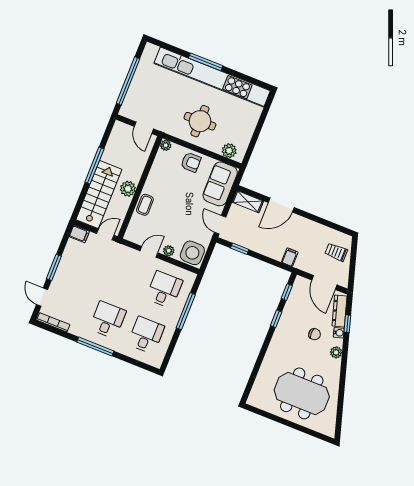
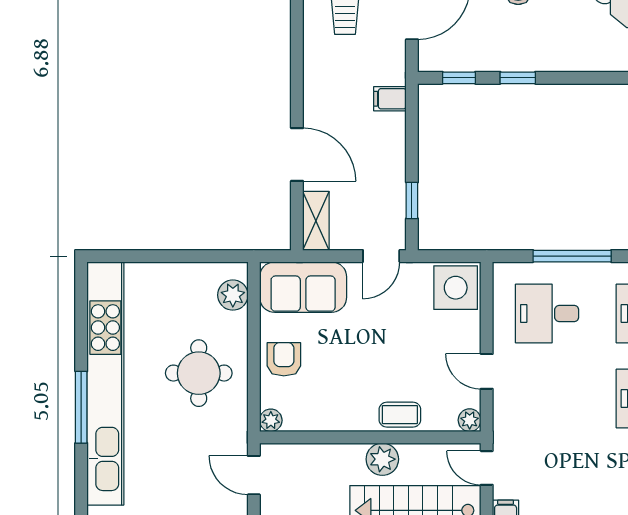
door: (144, 128) -> (254, 475), swing flipped
plant: (169, 251) -> (470, 420), moved

